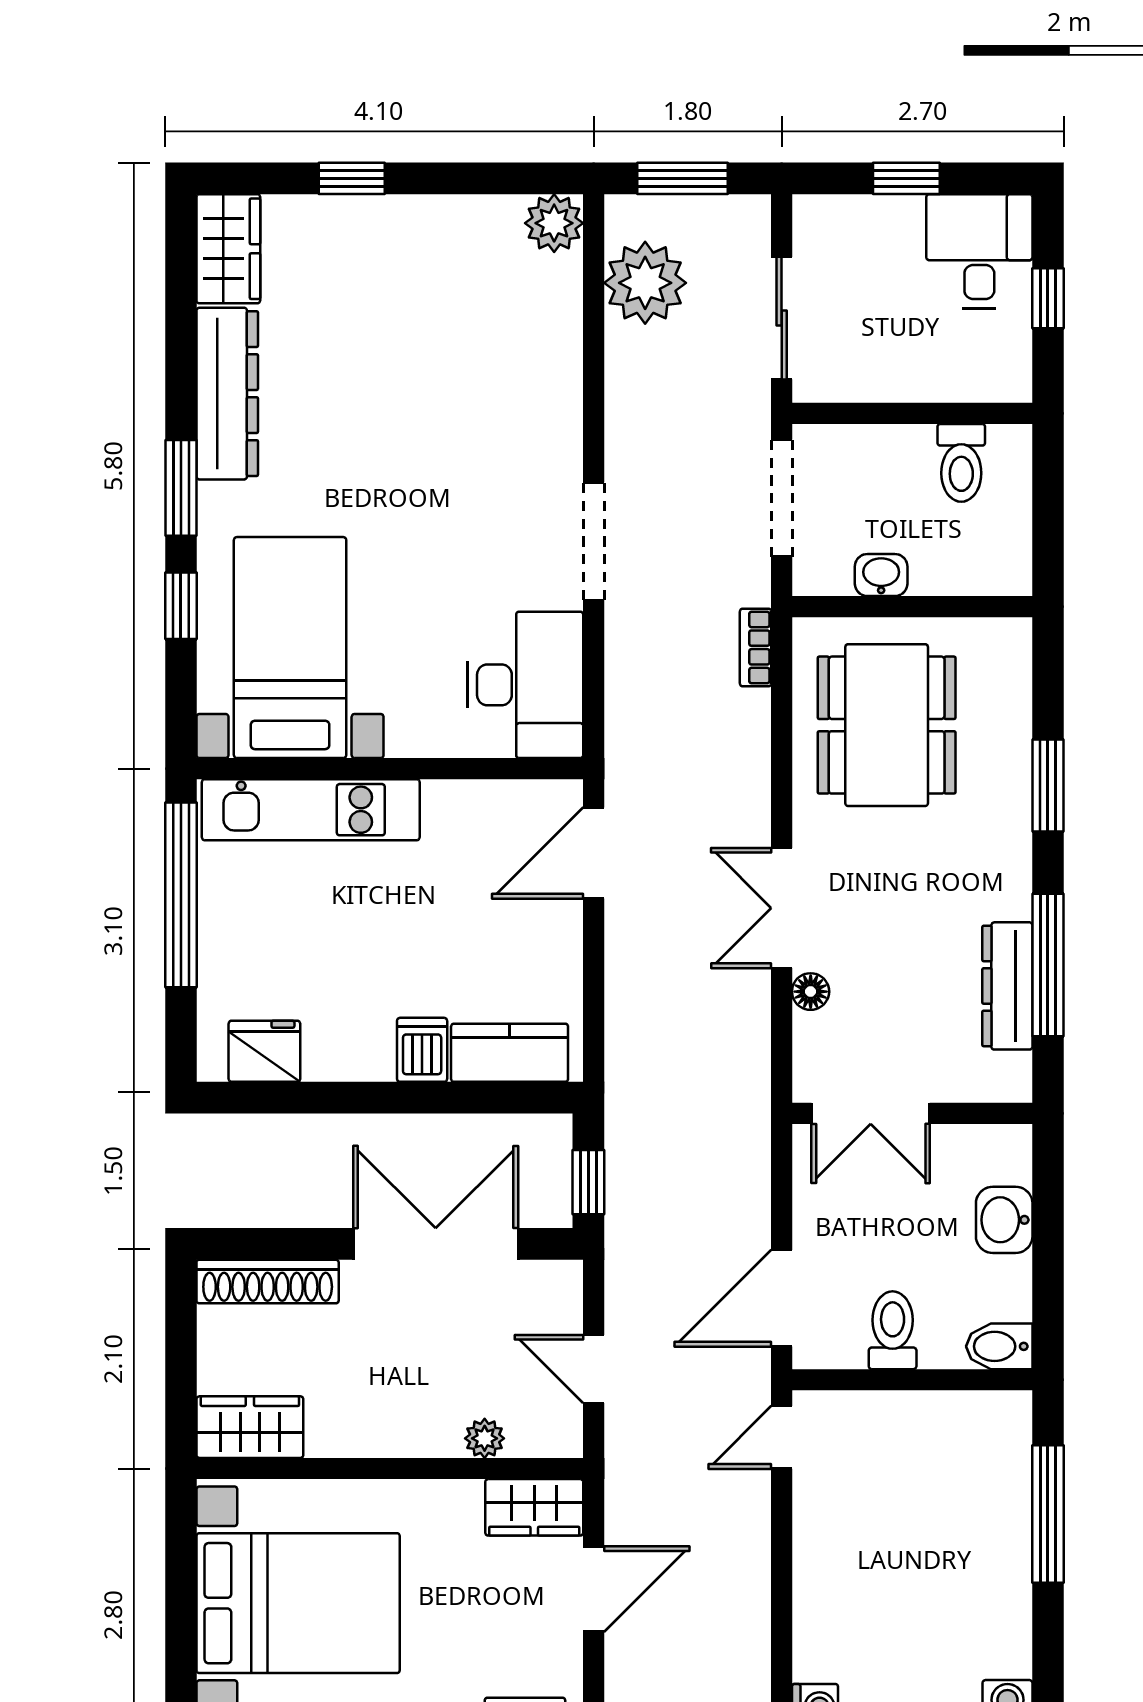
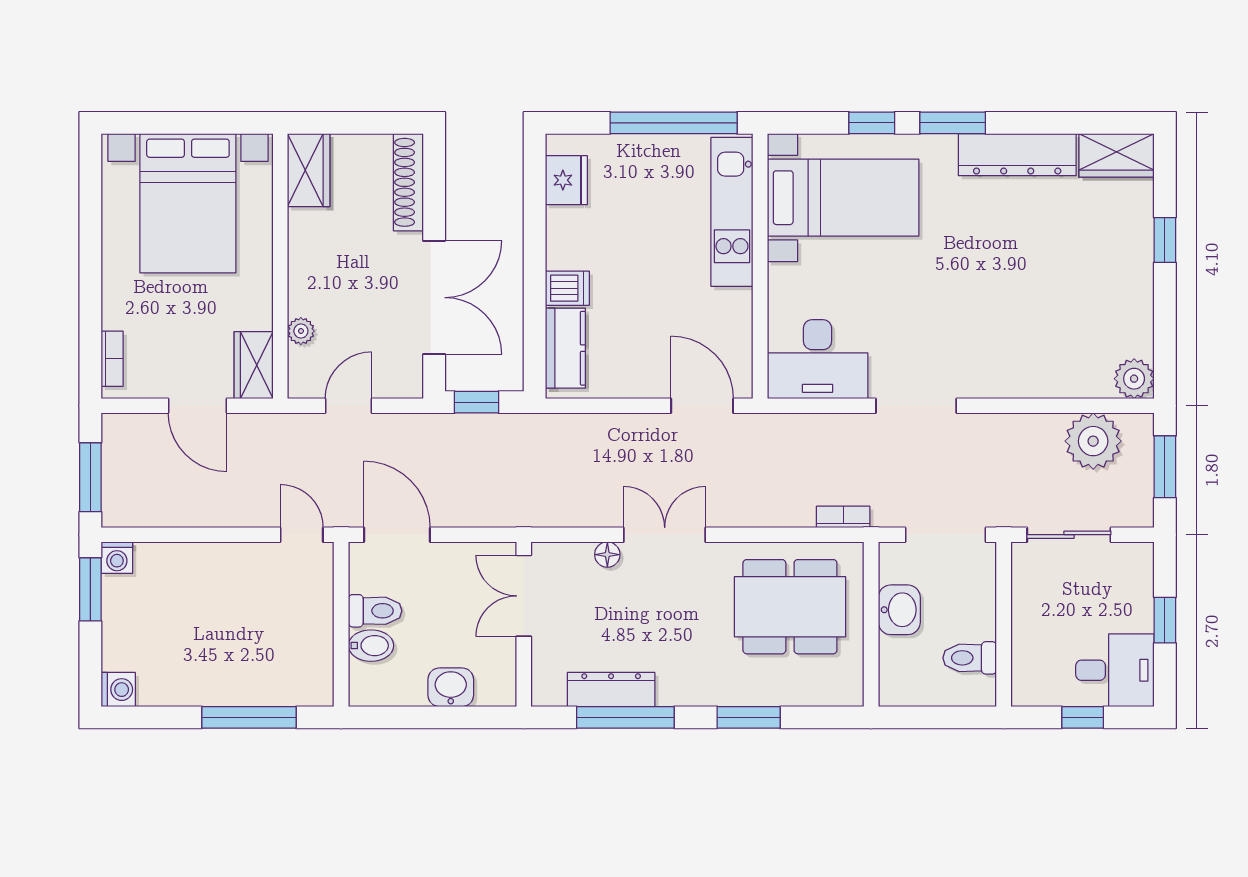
washbasin: (881, 575) -> (899, 610), width x1.38, depth x1.45
bidet: (999, 1346) -> (371, 646), moved, turned 90

